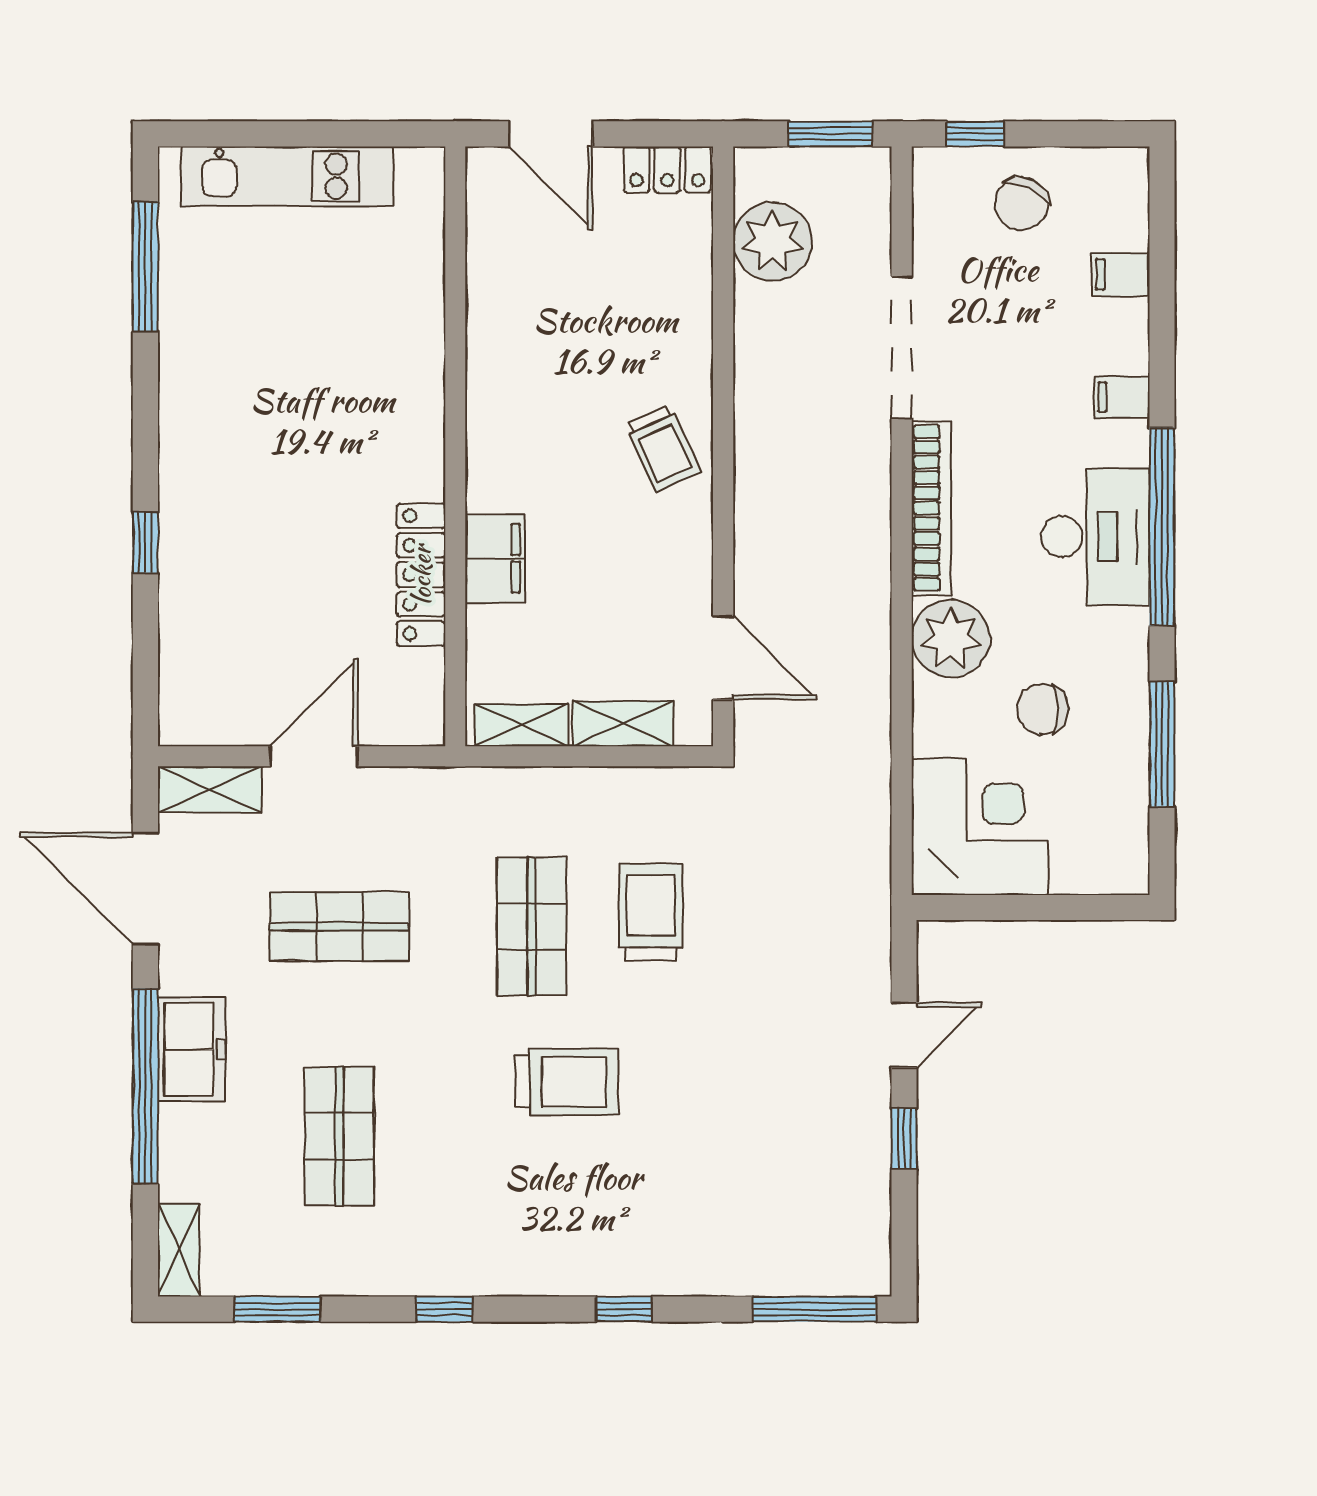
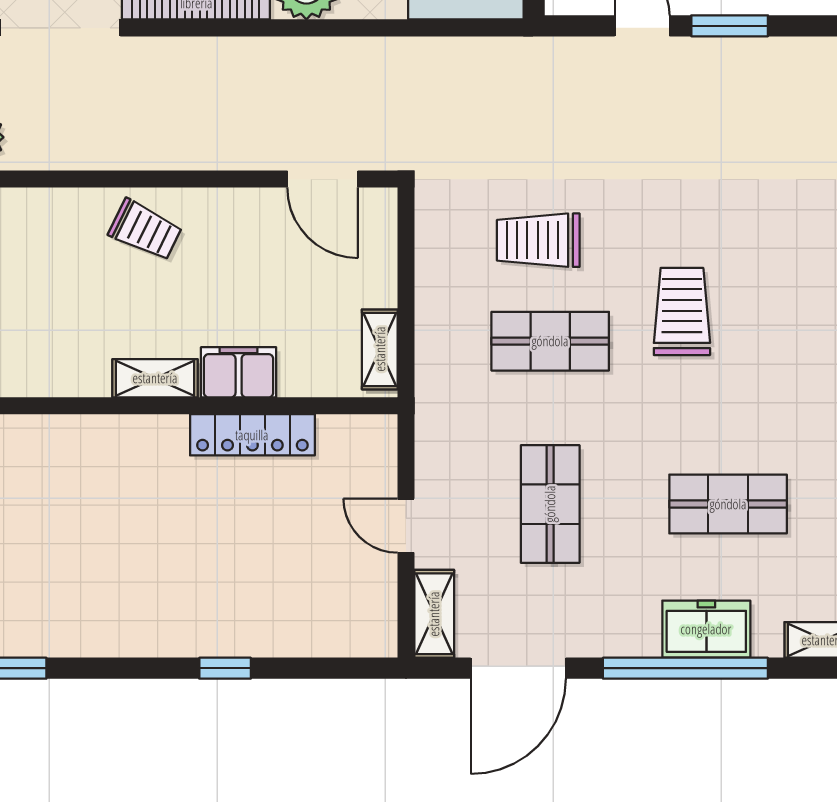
trolley: (663, 448) -> (145, 230), turned 50
door: (723, 658) -> (323, 179), swing flipped
shelving: (623, 724) -> (155, 378), moved, turned 90
door: (314, 756) -> (406, 526), width x0.73
freezer: (192, 1050) -> (706, 629), moved
window: (904, 1138) -> (730, 26), width x1.50

